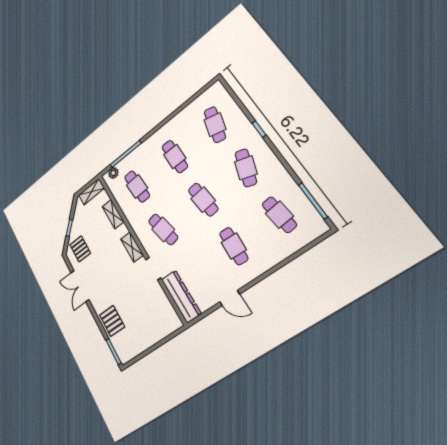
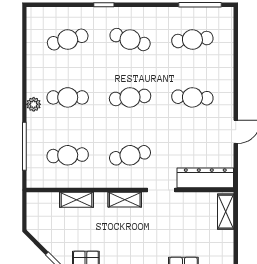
cafe table: (215, 125) -> (68, 40), turned -30
plant: (113, 173) -> (34, 104), moved
shelving: (91, 192) -> (226, 212), moved

